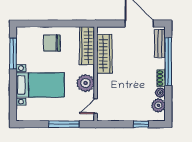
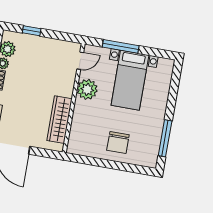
chair: (52, 43) -> (118, 143), turned 90
wardrobe: (87, 46) -> (78, 132), removed
bed with nightstands: (40, 85) -> (130, 80), moved, turned -90

